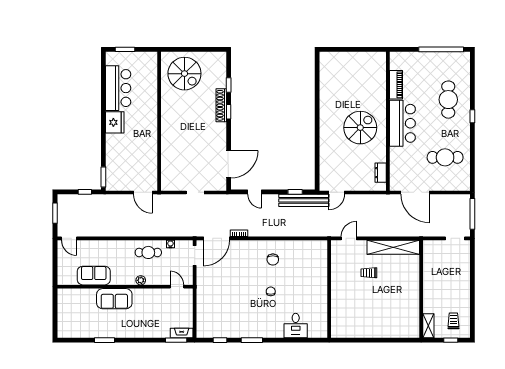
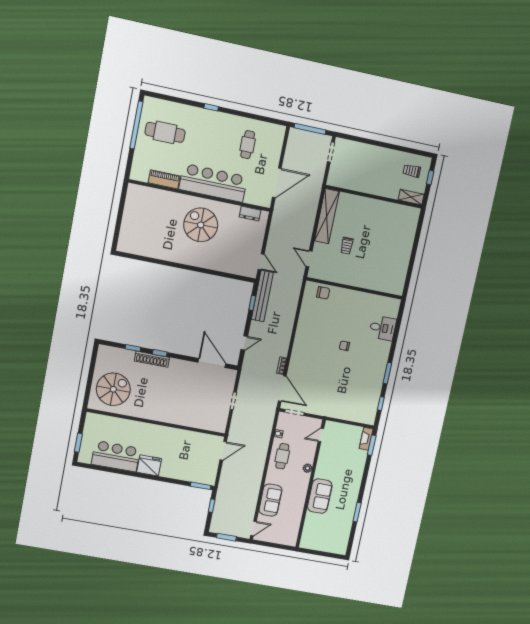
cafe table: (448, 100) -> (165, 132), moved
bar counter: (402, 123) -> (213, 183), width x1.36
cafe table: (445, 157) -> (248, 145), width x0.73, depth x0.74
chair: (273, 260) -> (323, 293), moved
sofa: (94, 276) -> (270, 500), moved, turned 180

